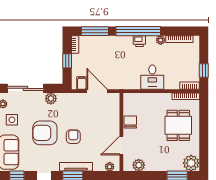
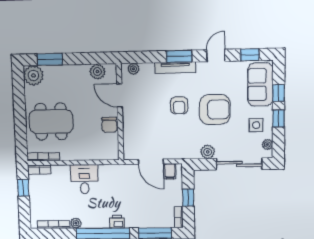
printer: (139, 41) -> (117, 222), moved
dining table: (178, 125) -> (51, 122), width x1.38
door: (121, 146) -> (119, 95), swing flipped

